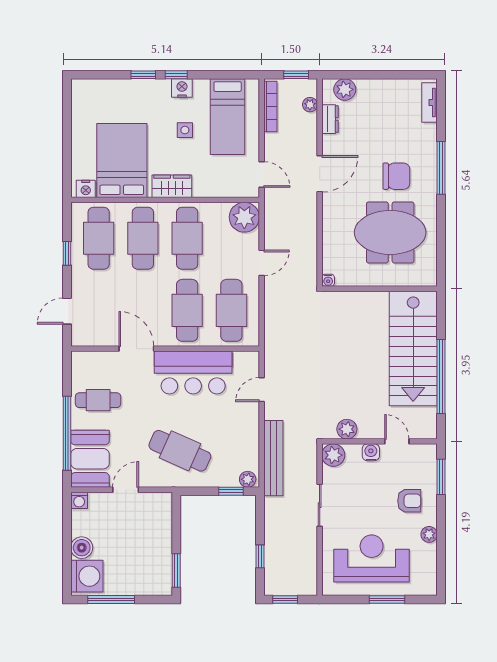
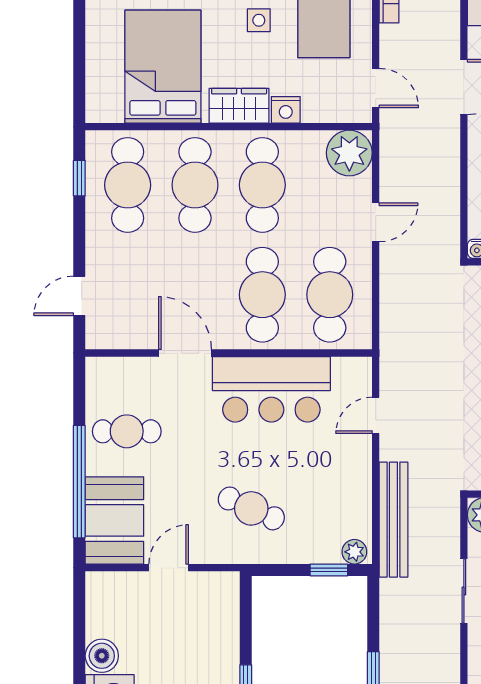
nightstand: (86, 189) -> (286, 110), moved
window: (67, 253) -> (79, 178), moved
cafe table: (180, 451) -> (251, 508), width x0.73, depth x0.74
washing machine: (79, 500) -> (98, 584), removed

